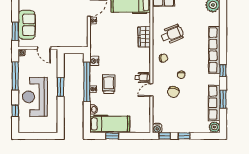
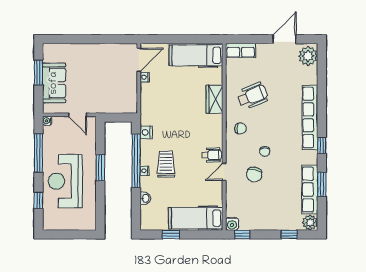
window: (15, 31) -> (38, 73), moved
hospital bed: (110, 124) -> (196, 218), moved, turned 180
window: (184, 136) -> (289, 235), moved

